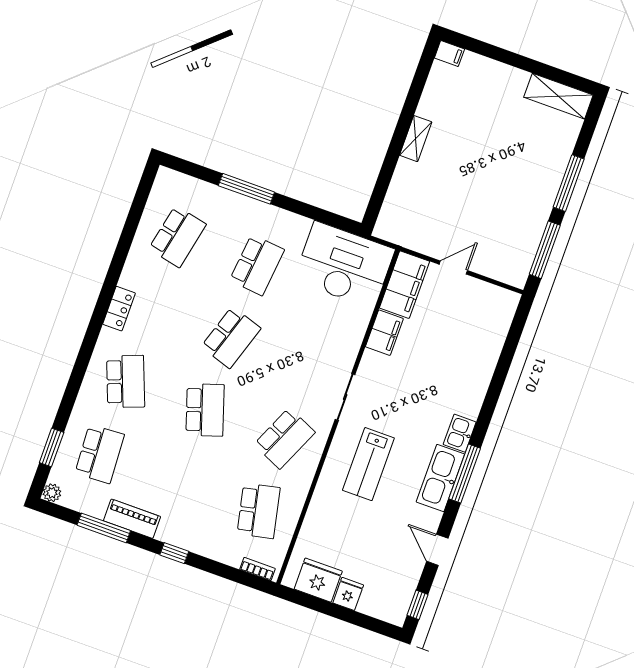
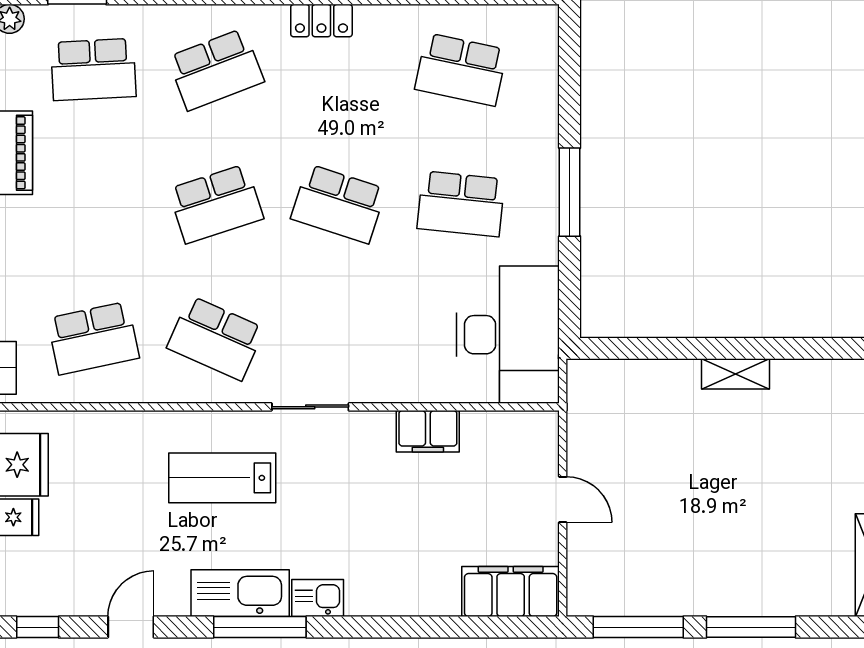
window: (246, 189) -> (570, 192), moved
filing cabinet: (404, 285) -> (511, 592), moved, turned 180

